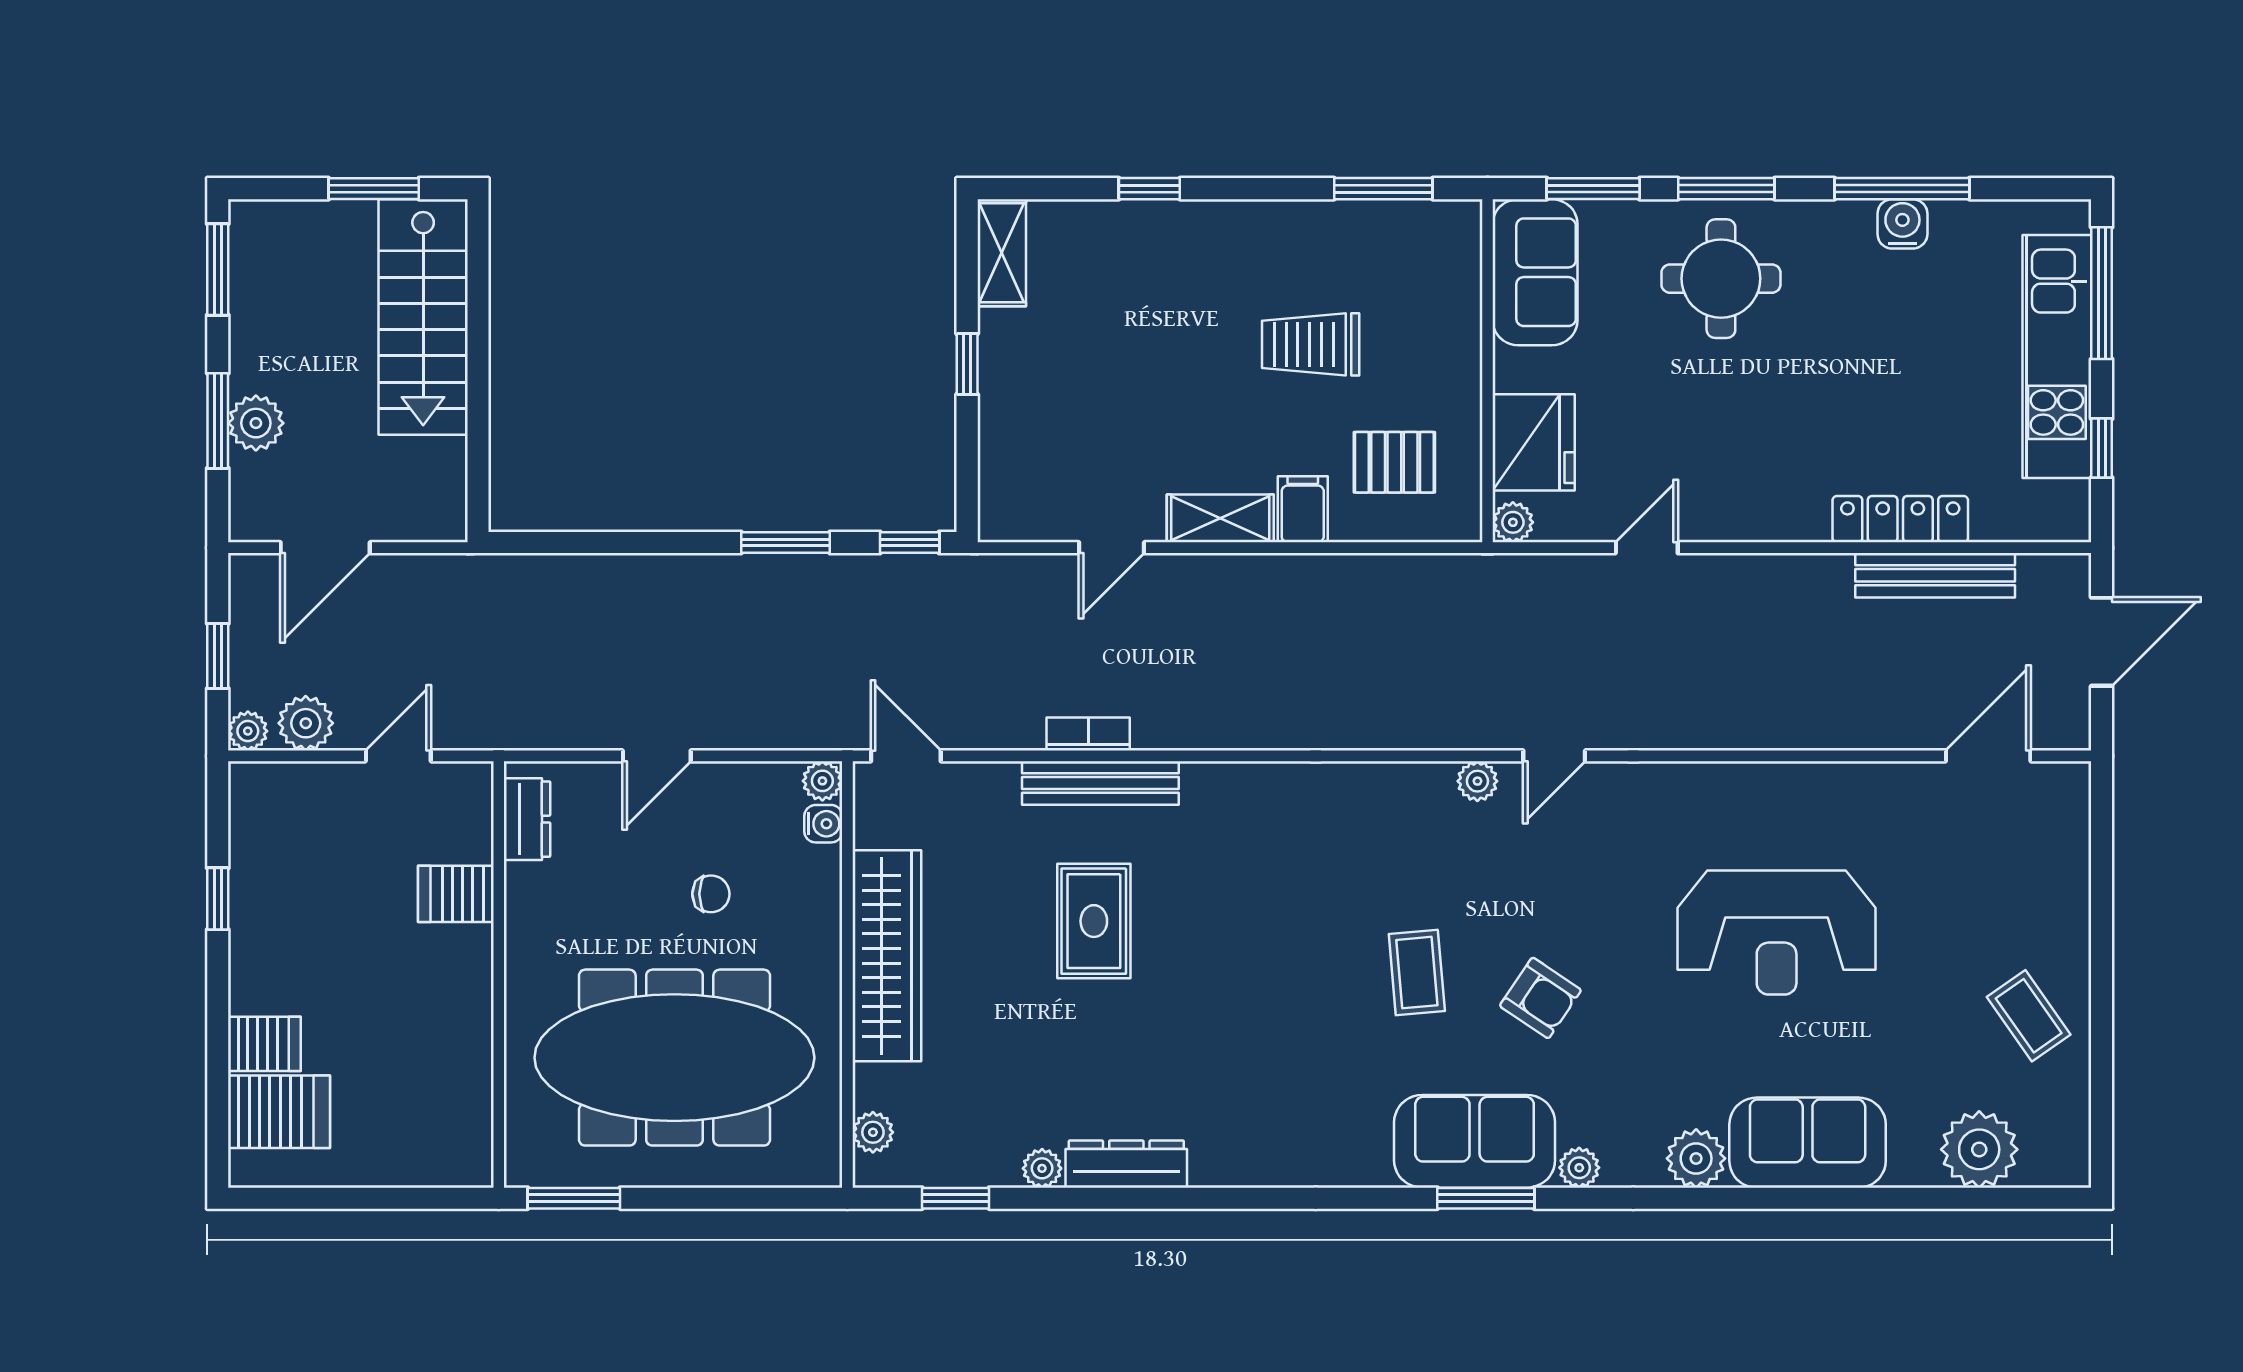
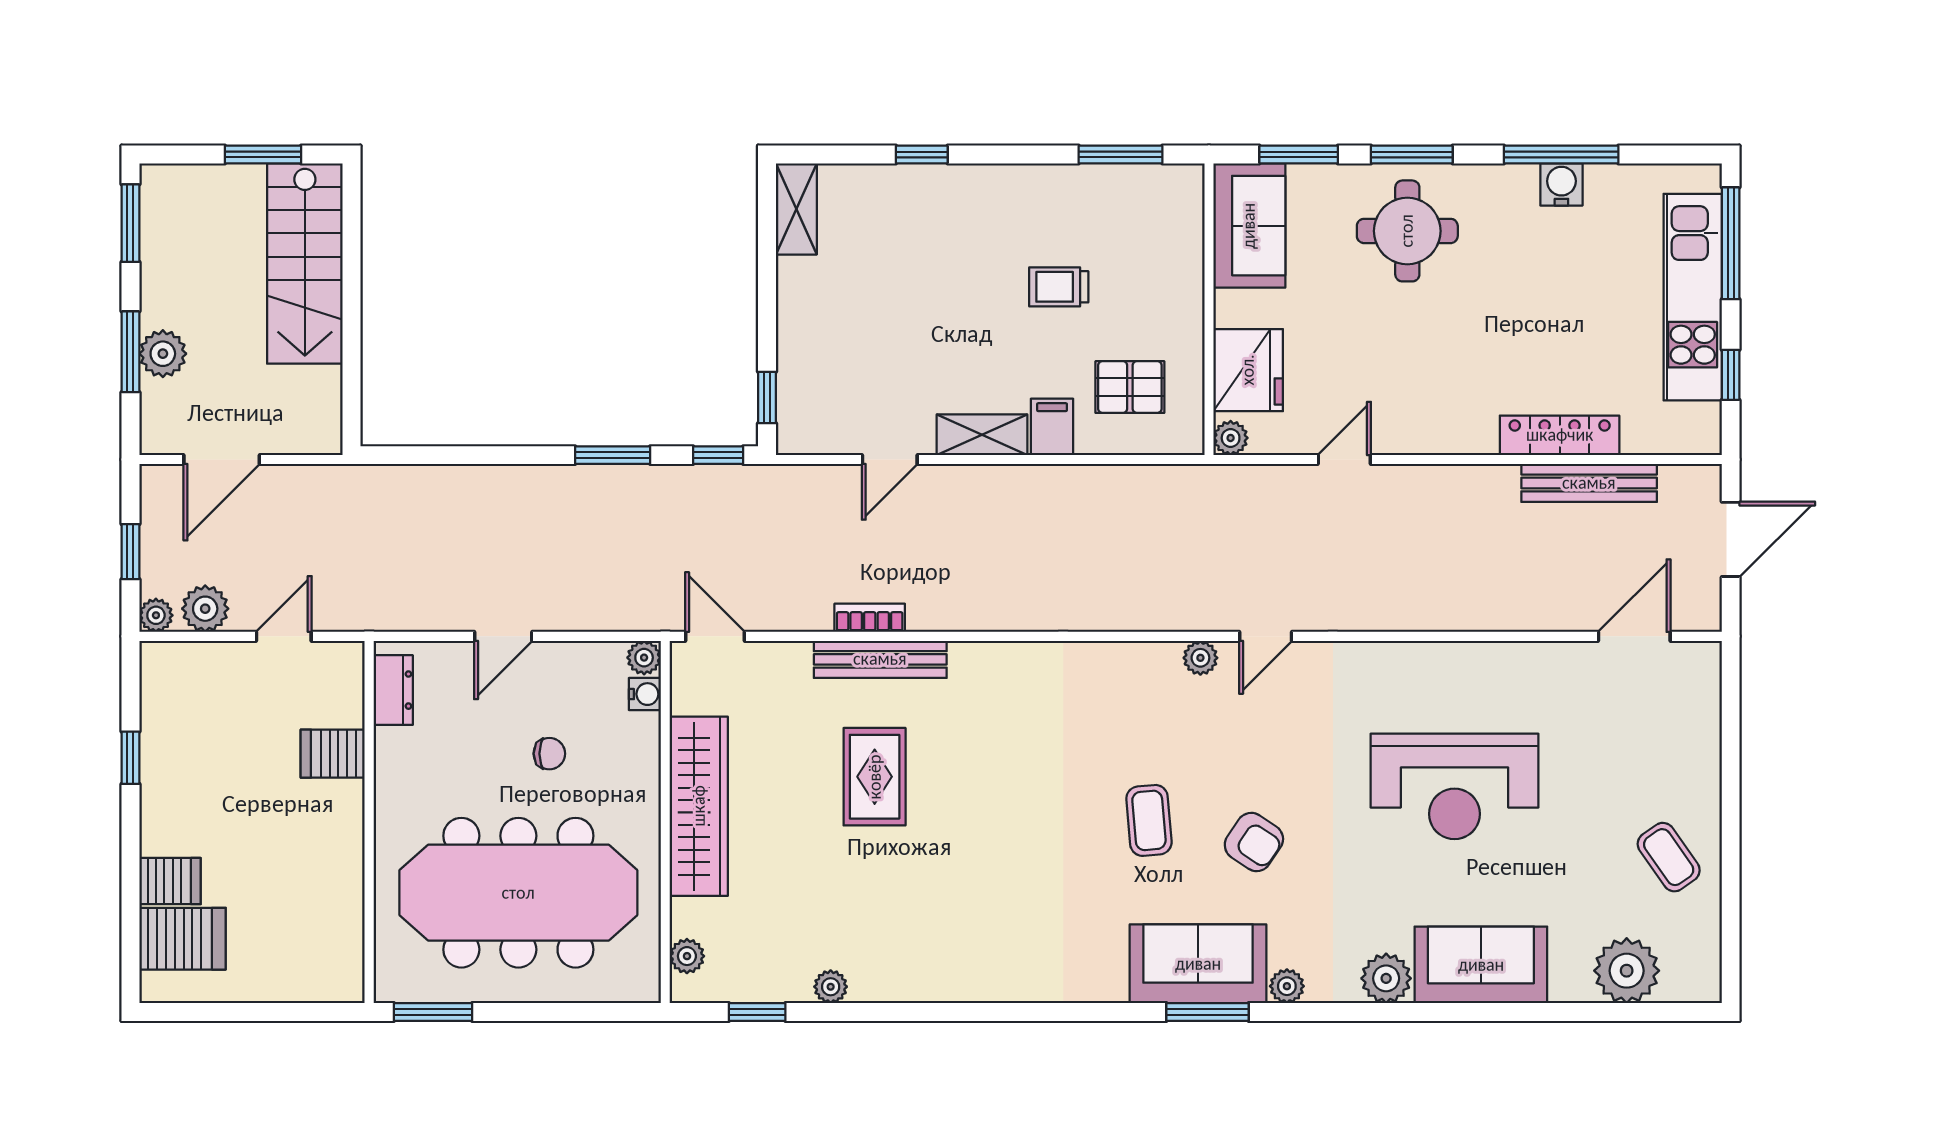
trolley: (1311, 344) -> (1059, 287), width x0.73, depth x0.72
window: (967, 364) -> (767, 398), moved
dresser: (1126, 1164) -> (902, 983), removed

